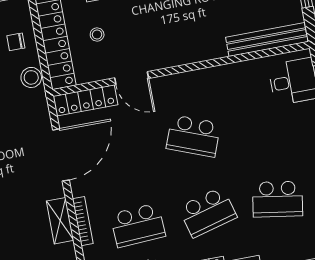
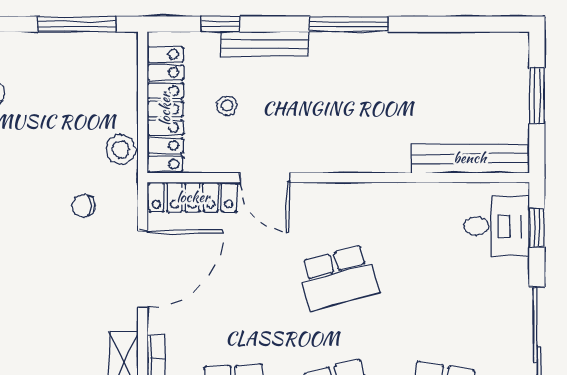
chair: (16, 42) -> (84, 206), moved
school desk: (193, 136) -> (338, 277), turned -36

